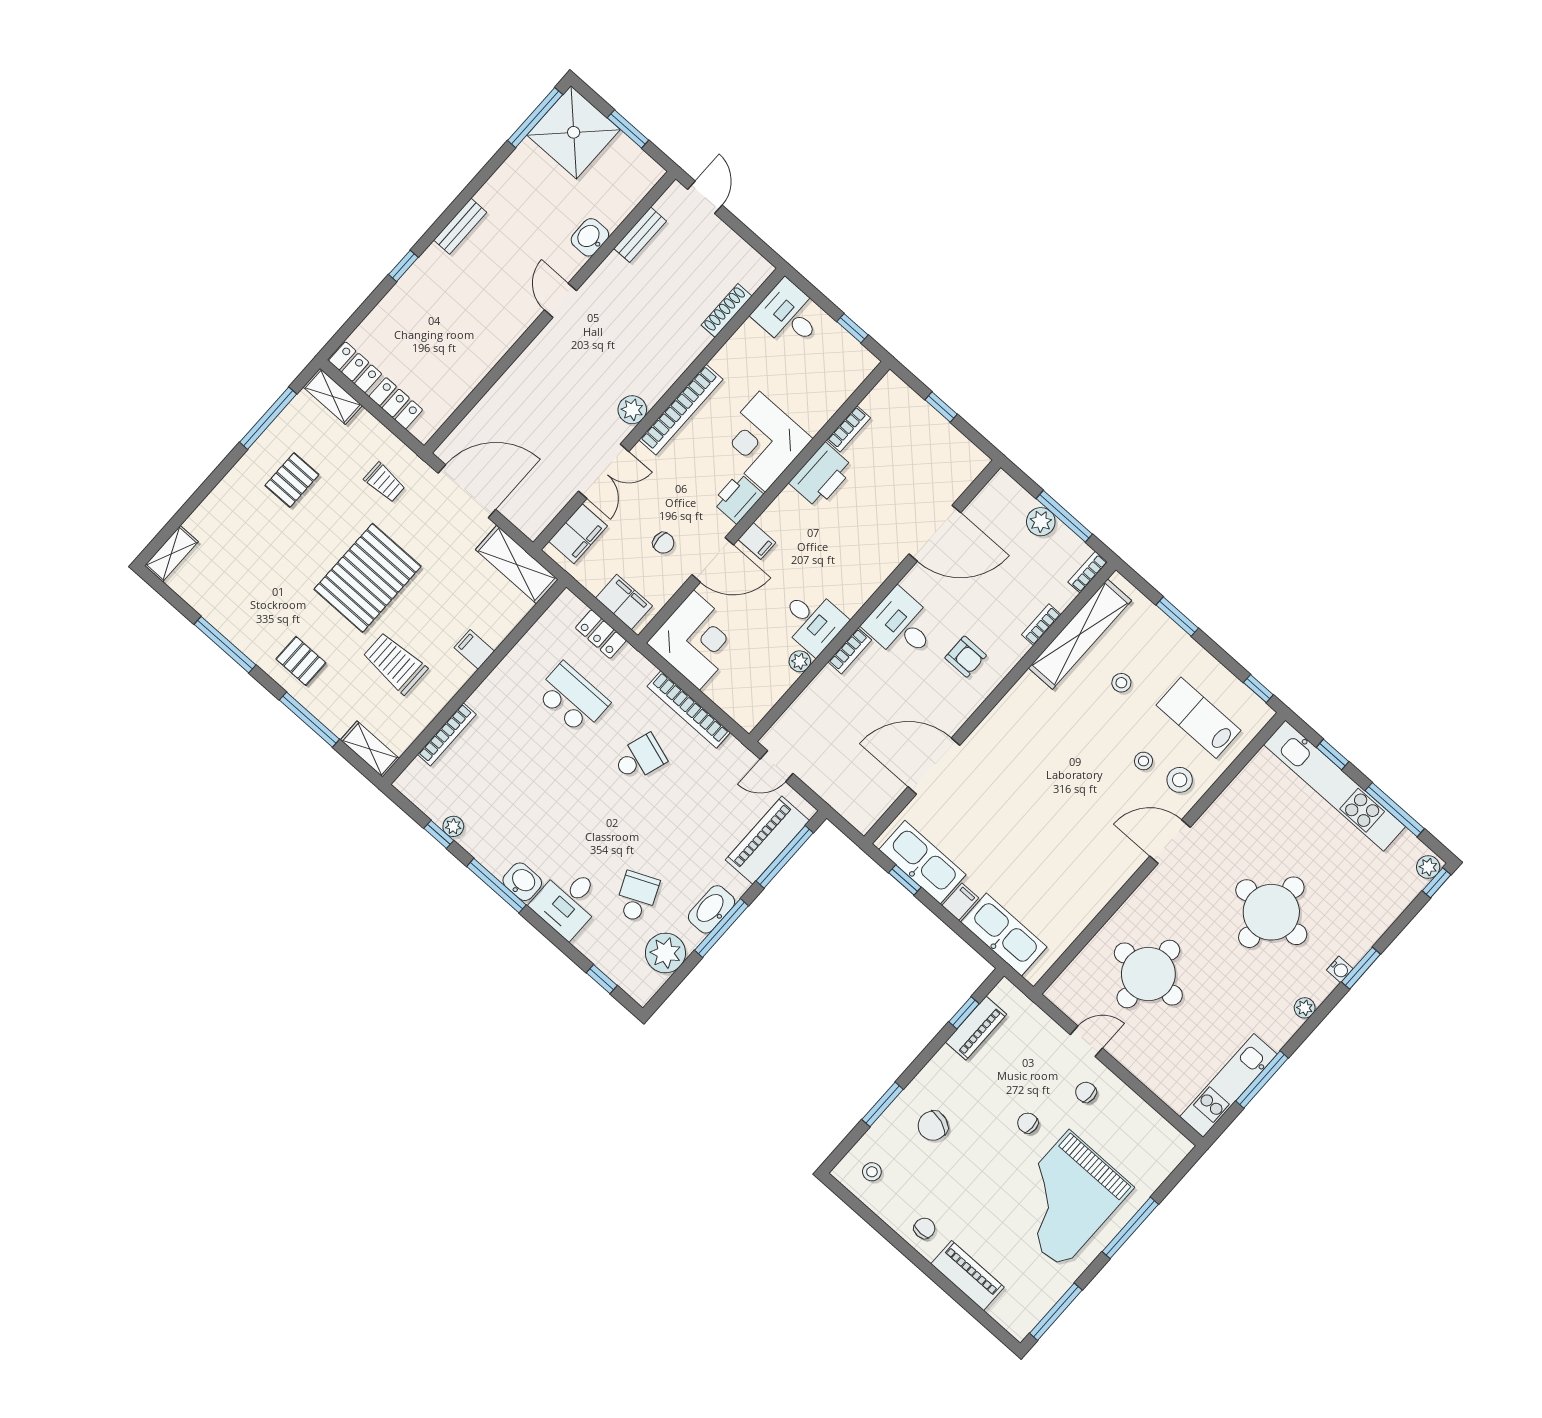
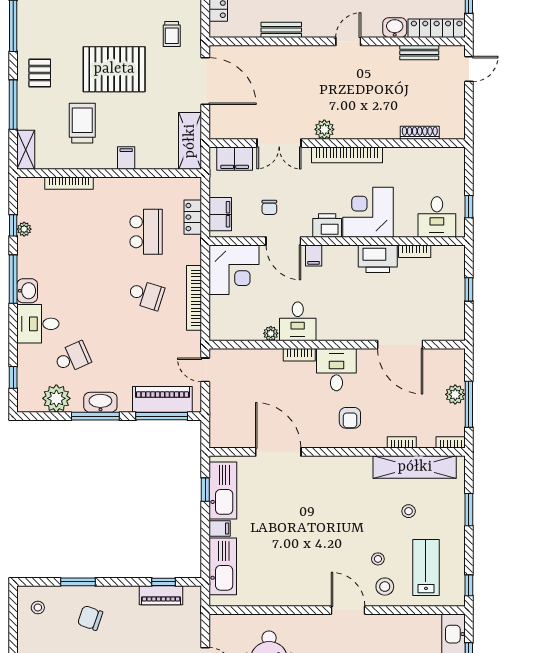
locker: (630, 193) -> (437, 28), added
desk: (789, 315) -> (437, 217), moved, turned 180
bench: (484, 361) -> (281, 30), added

